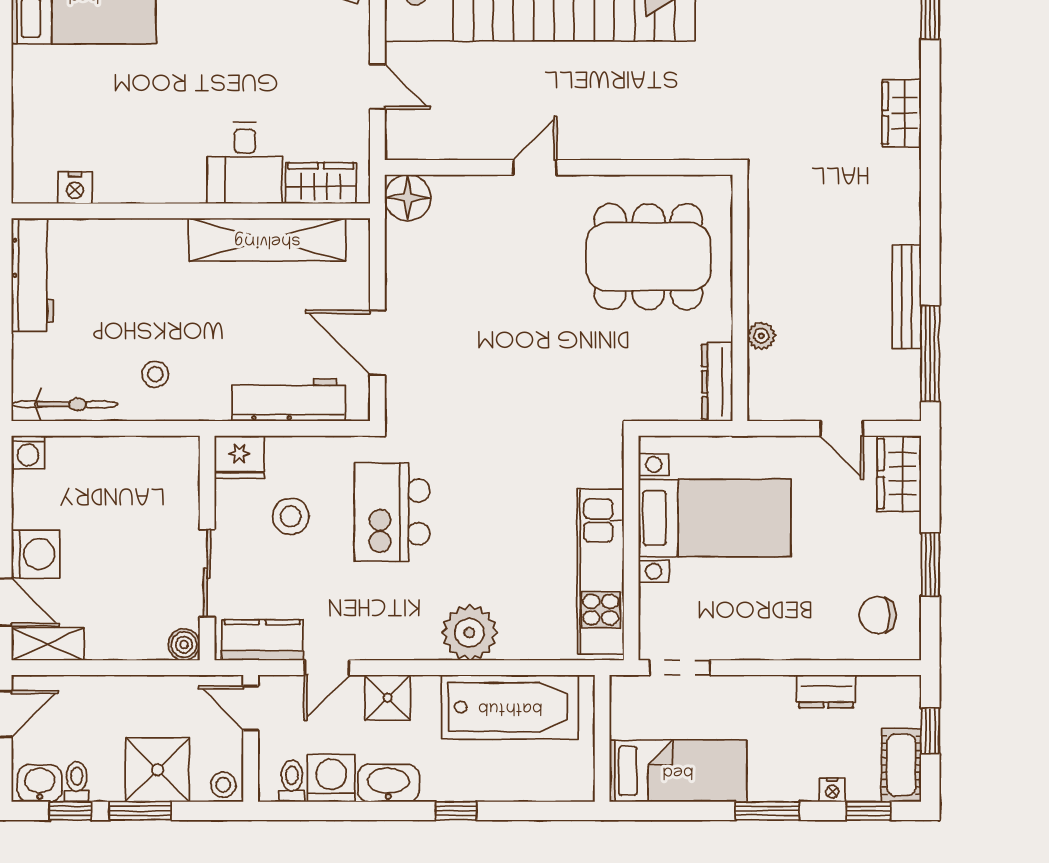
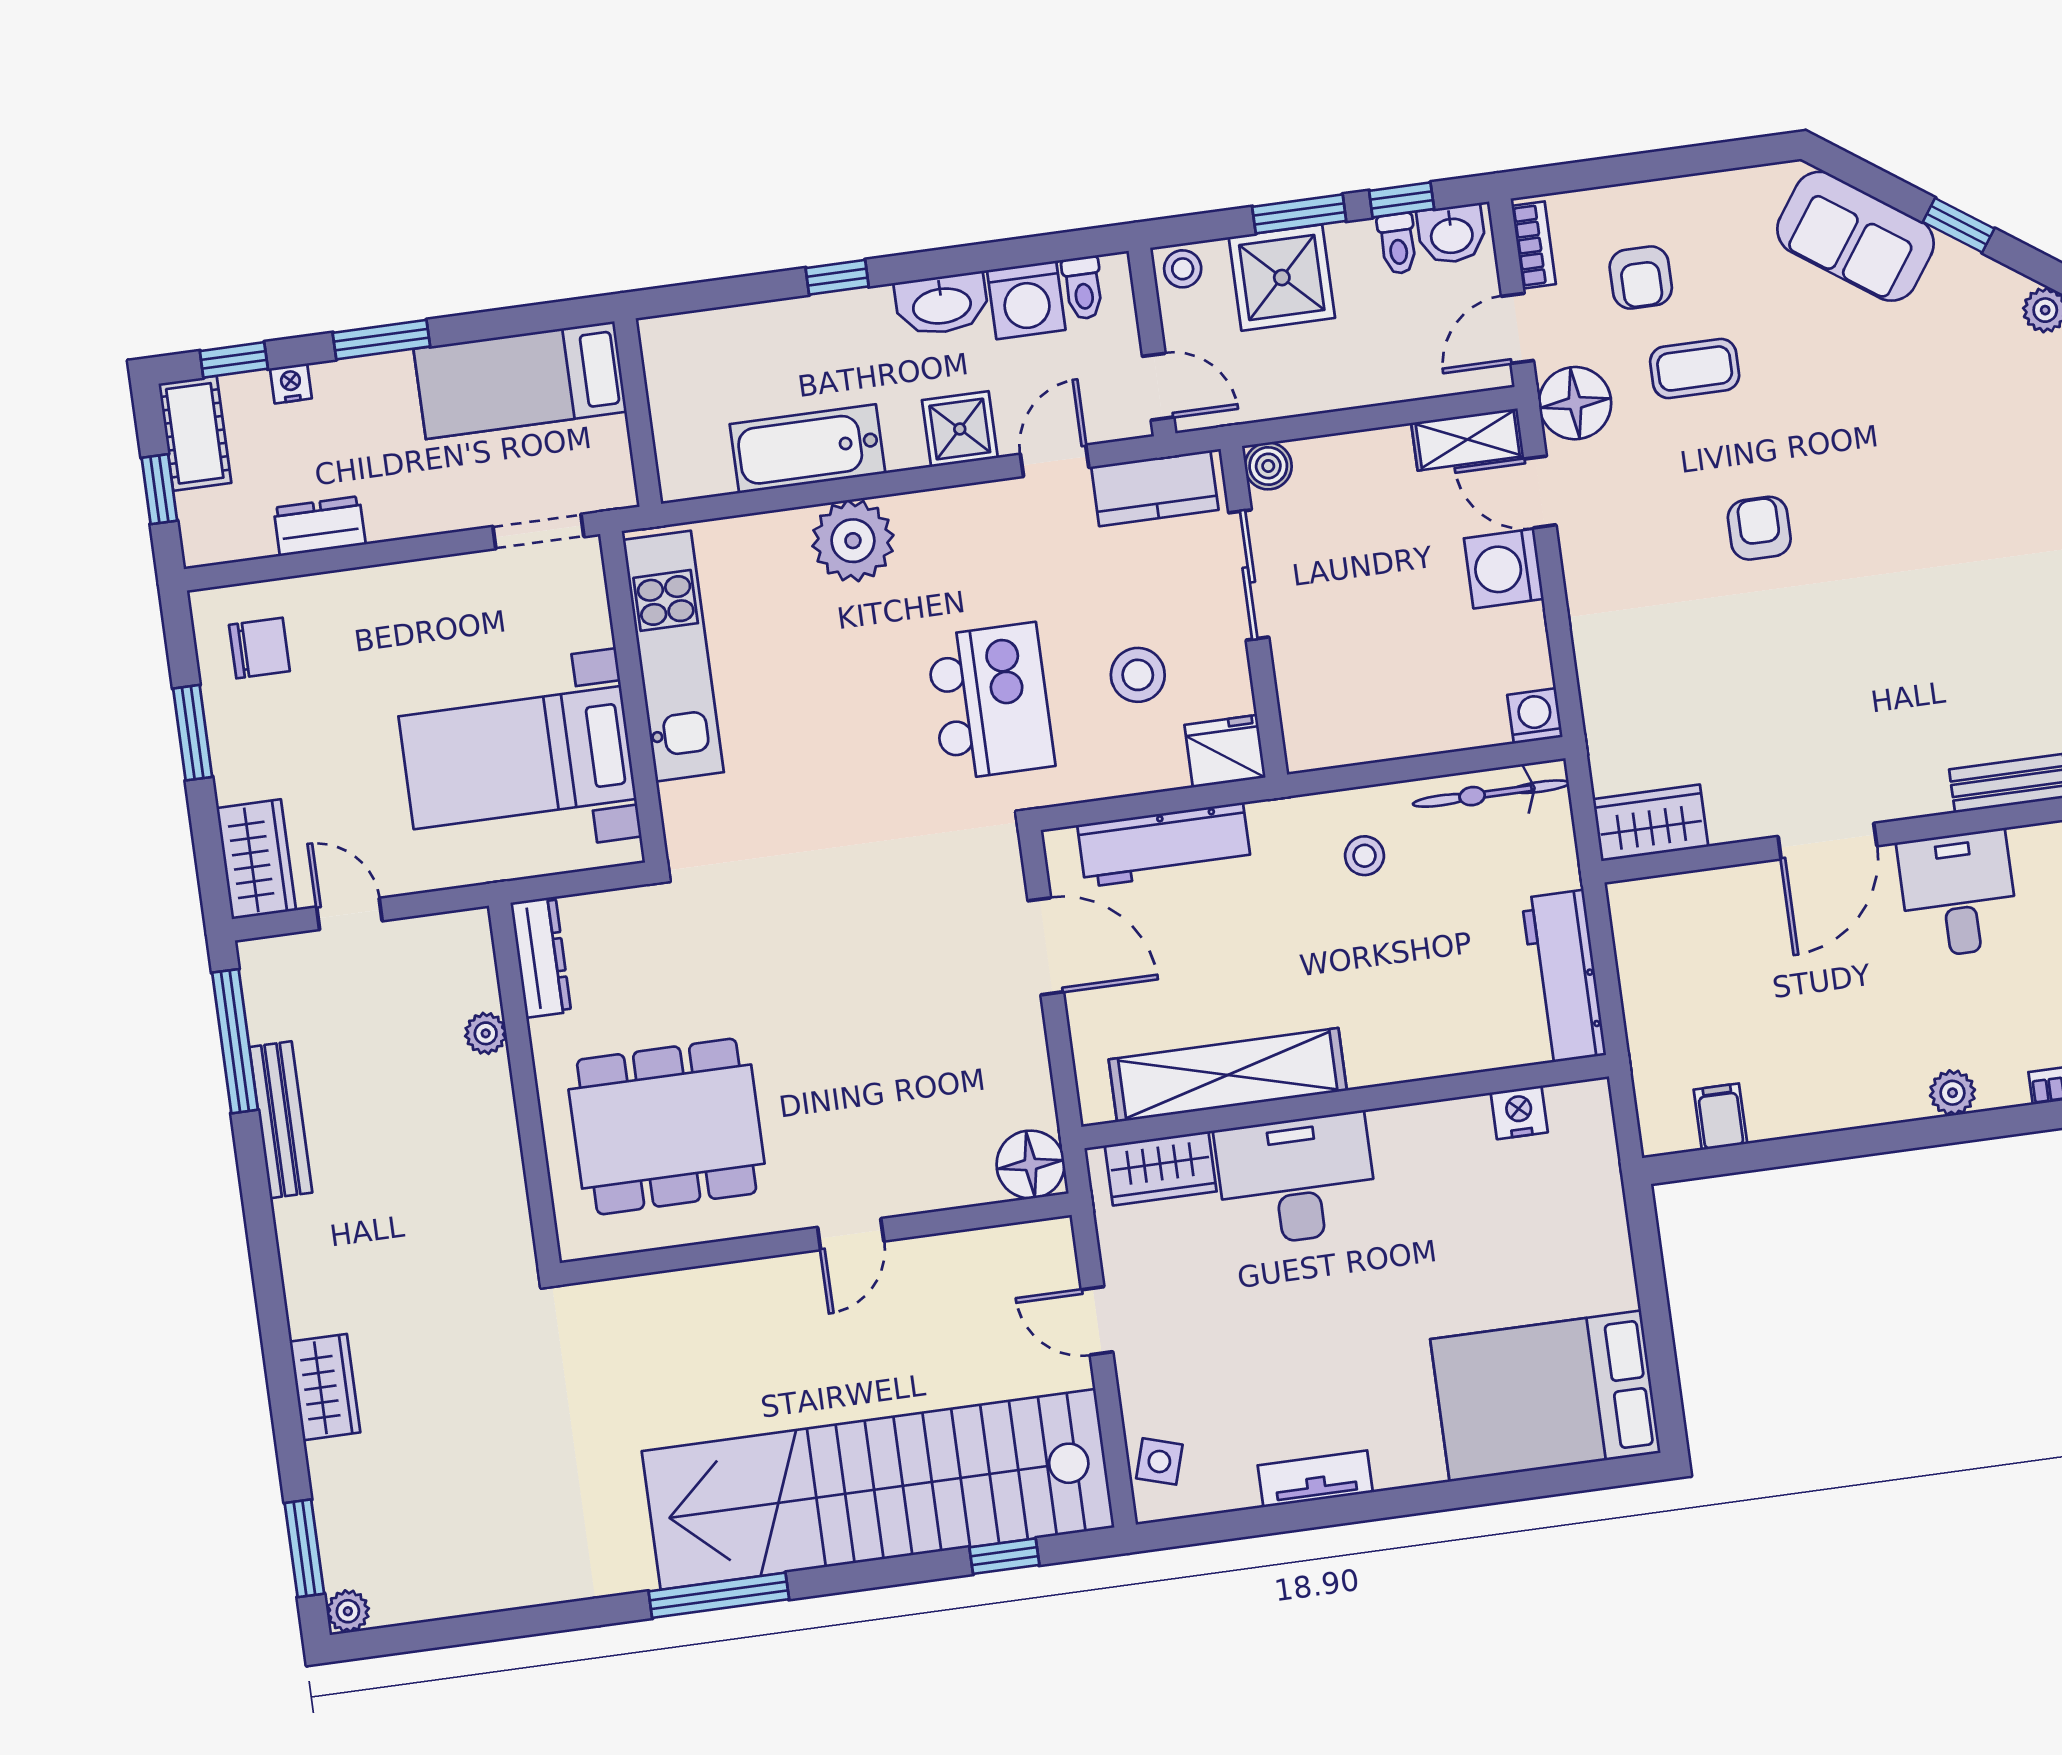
desk: (245, 163) -> (1296, 1180), width x1.37
bathtub: (510, 707) -> (807, 449), width x0.73, depth x0.73

